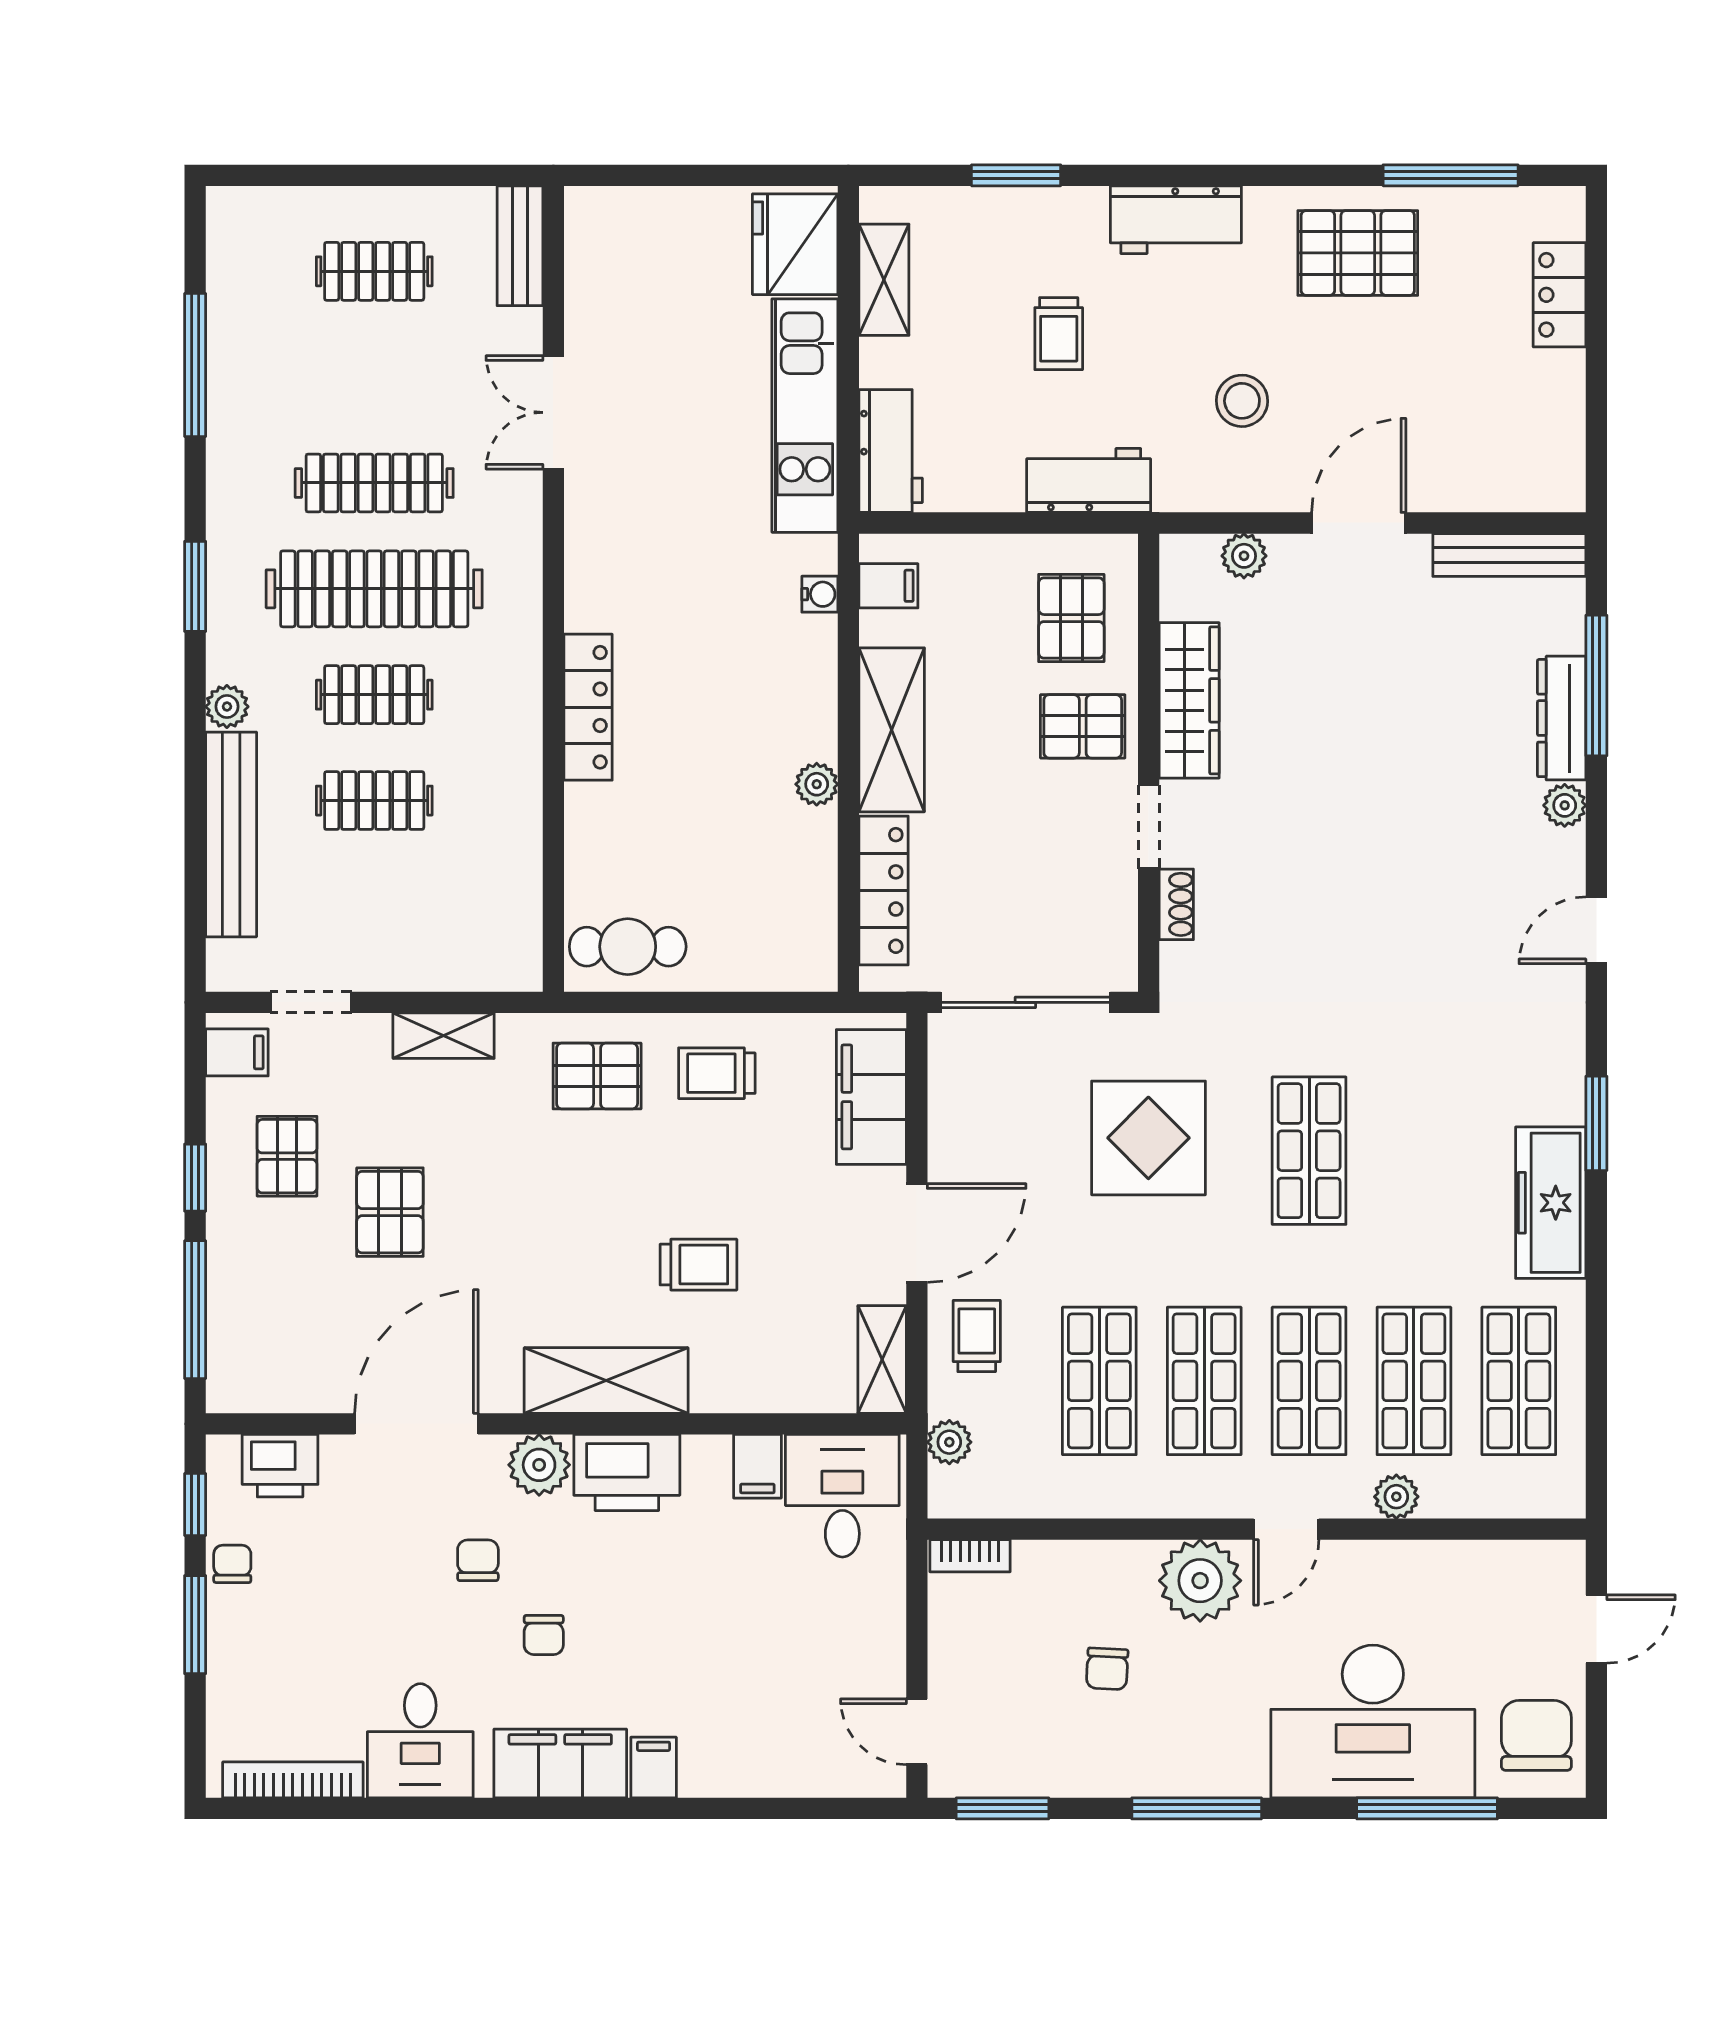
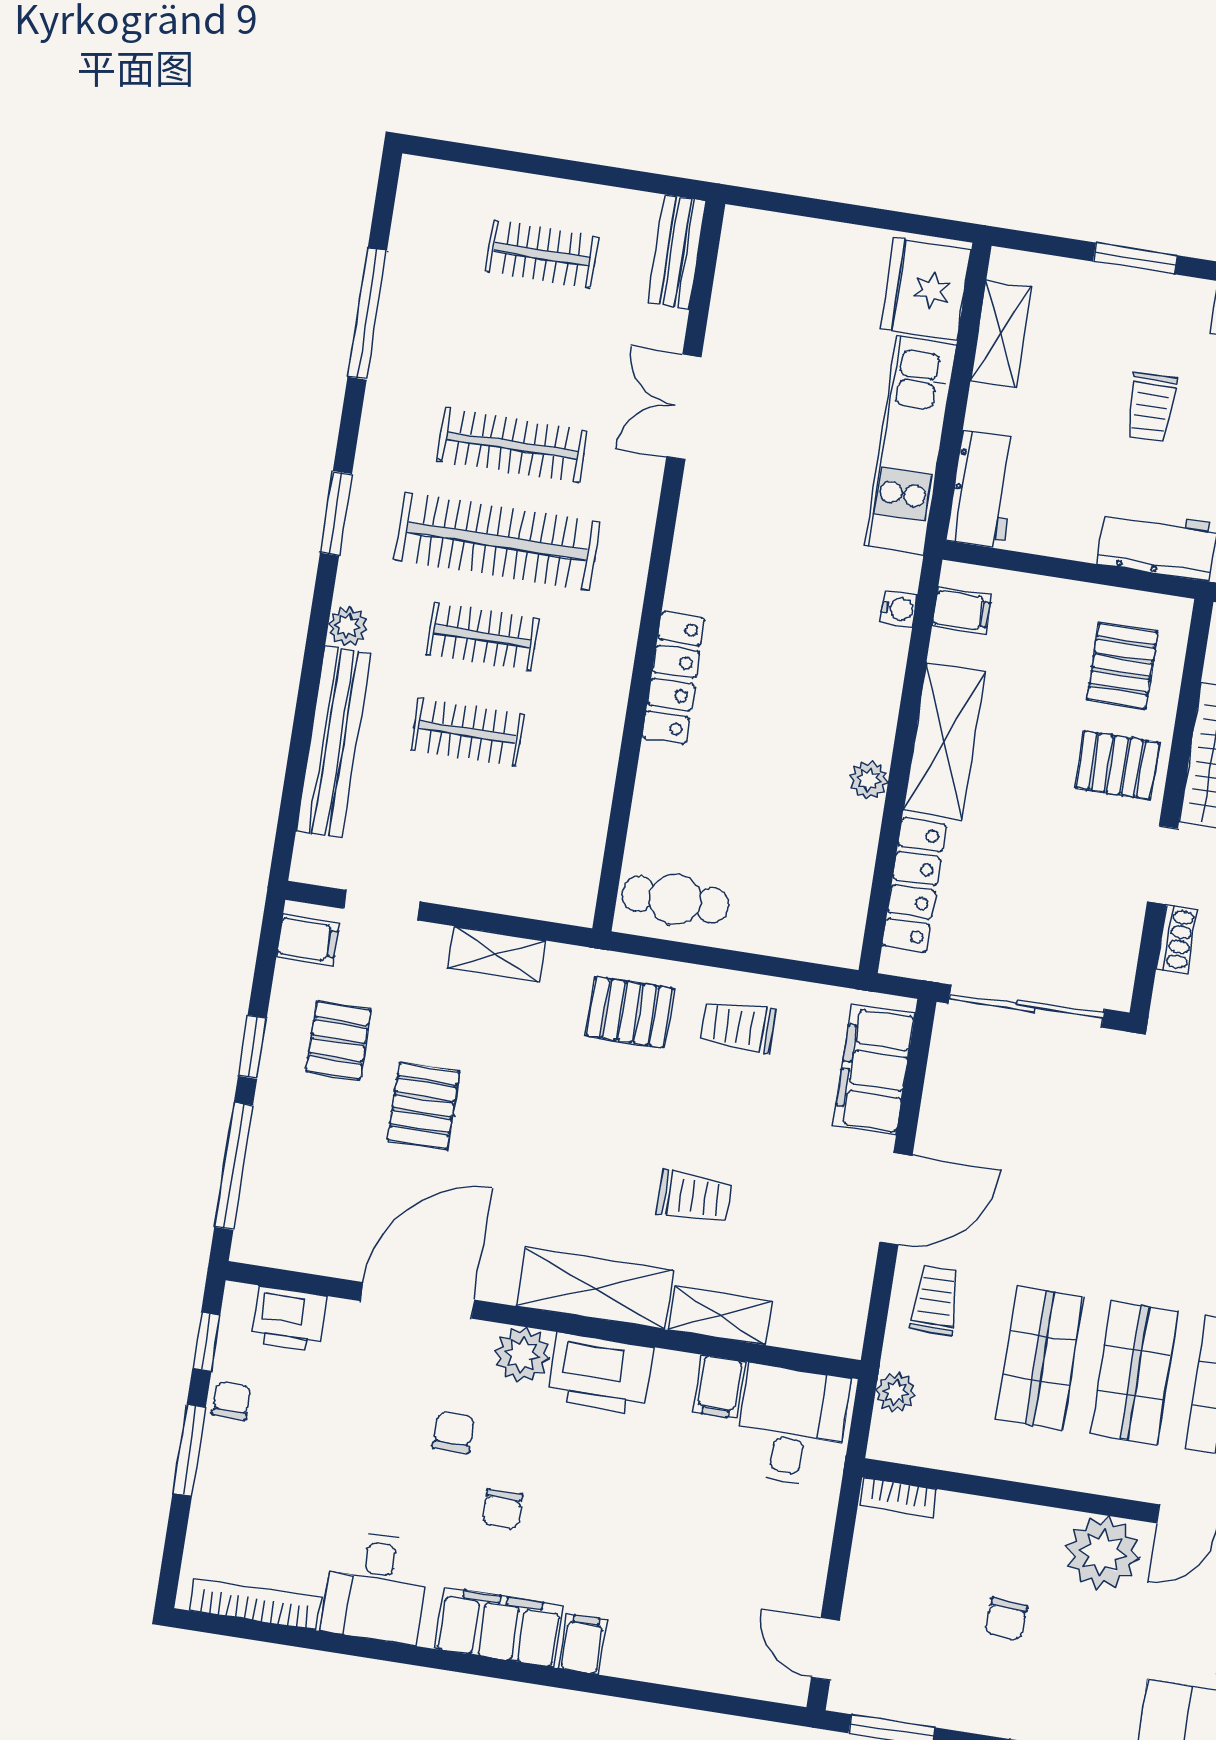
display table: (1148, 1138) -> (1118, 1146), removed
shelving: (882, 1359) -> (720, 1316), moved, turned 90

